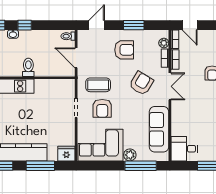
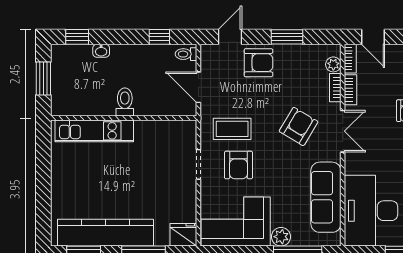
window: (25, 25) -> (159, 37), moved
armchair: (124, 50) -> (258, 63), moved
desk: (184, 149) -> (371, 211), width x1.87, depth x1.30

